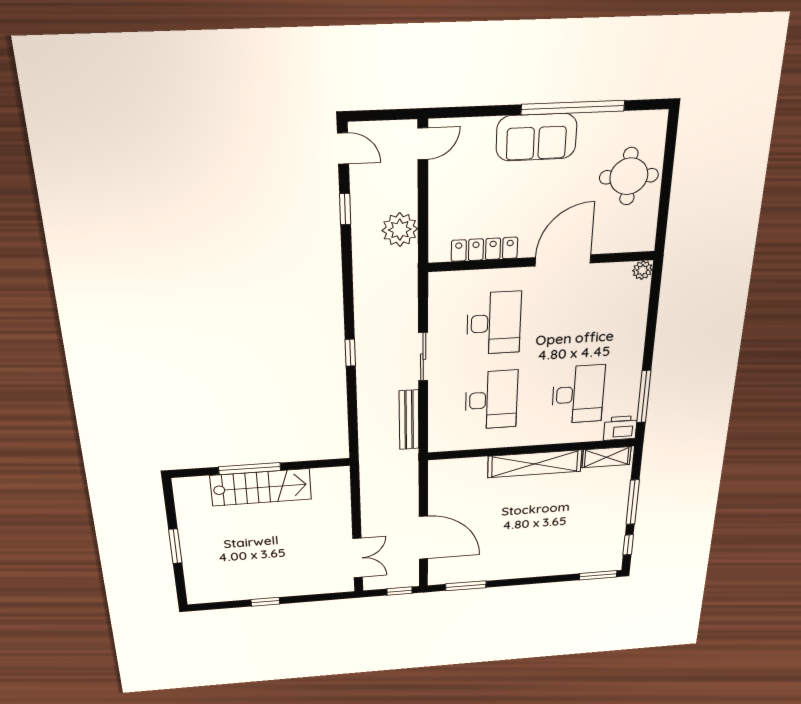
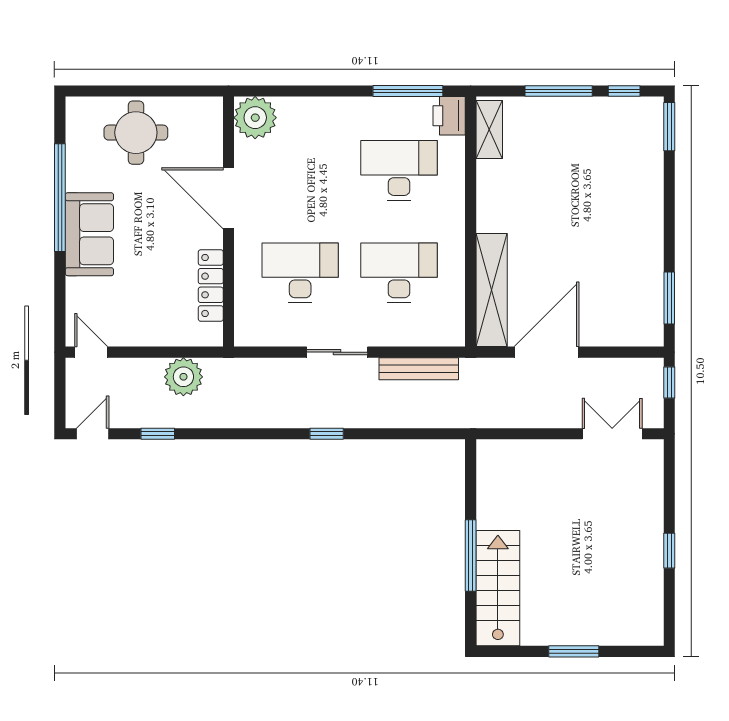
plant: (642, 270) -> (255, 118), width x1.88, depth x1.88
shelving: (535, 464) -> (492, 290), moved
stairs: (261, 487) -> (498, 588), moved
door: (423, 538) -> (547, 352), moved

